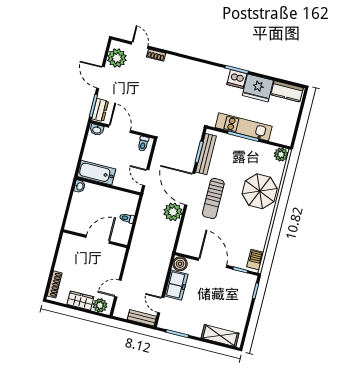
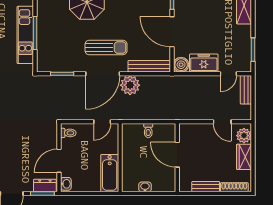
bench: (206, 154) -> (149, 66), moved
washbasin: (80, 186) -> (145, 187), moved
bench: (62, 258) -> (206, 187), added
door: (213, 263) -> (172, 32), hinge flipped

